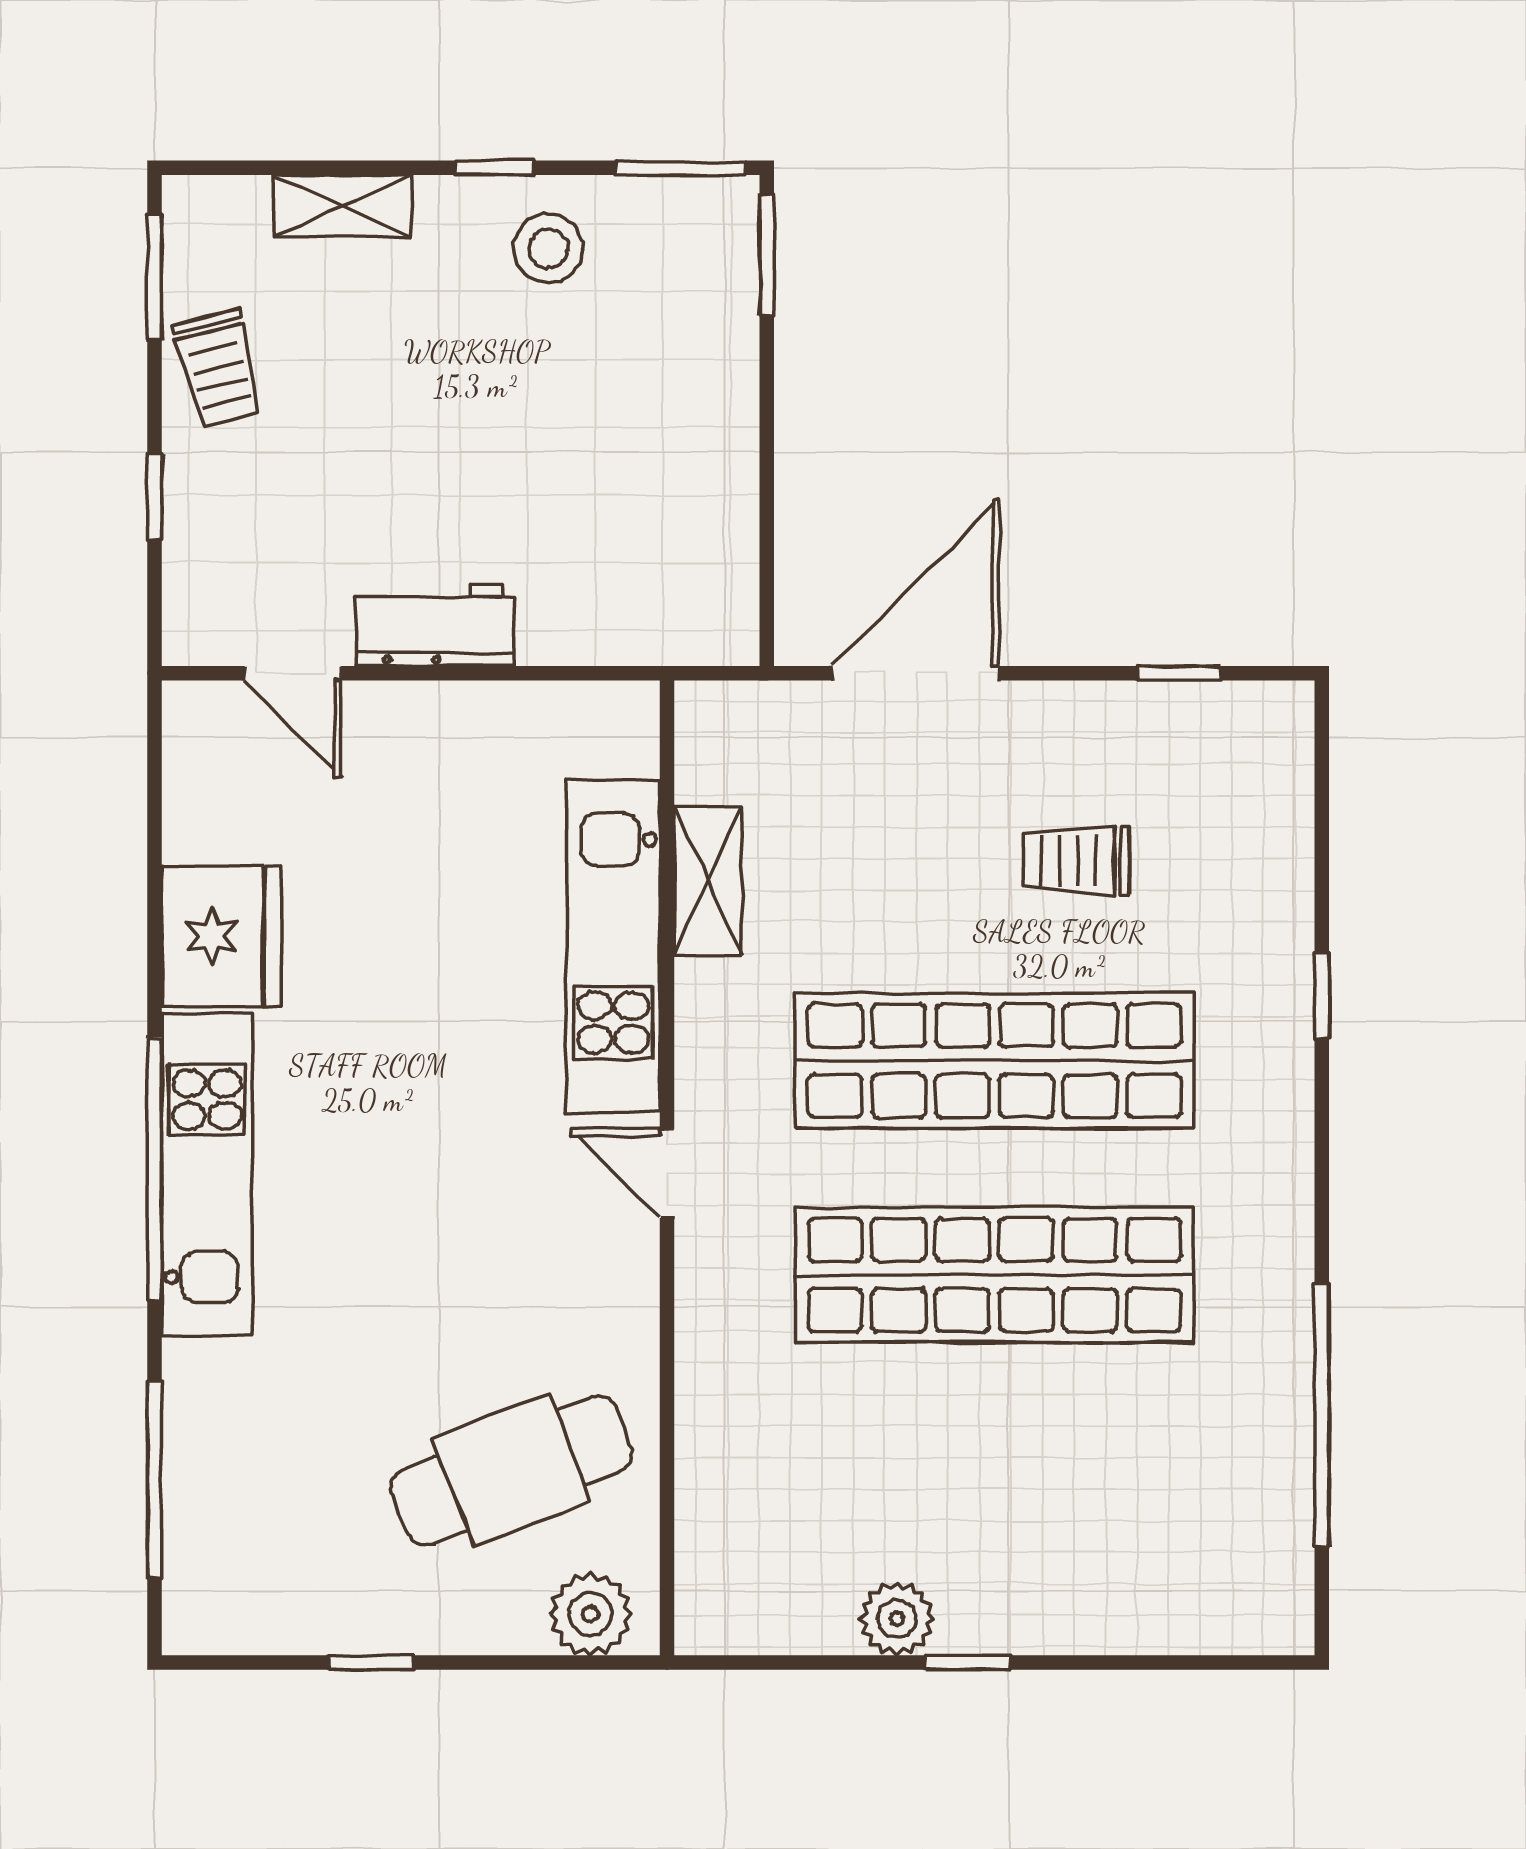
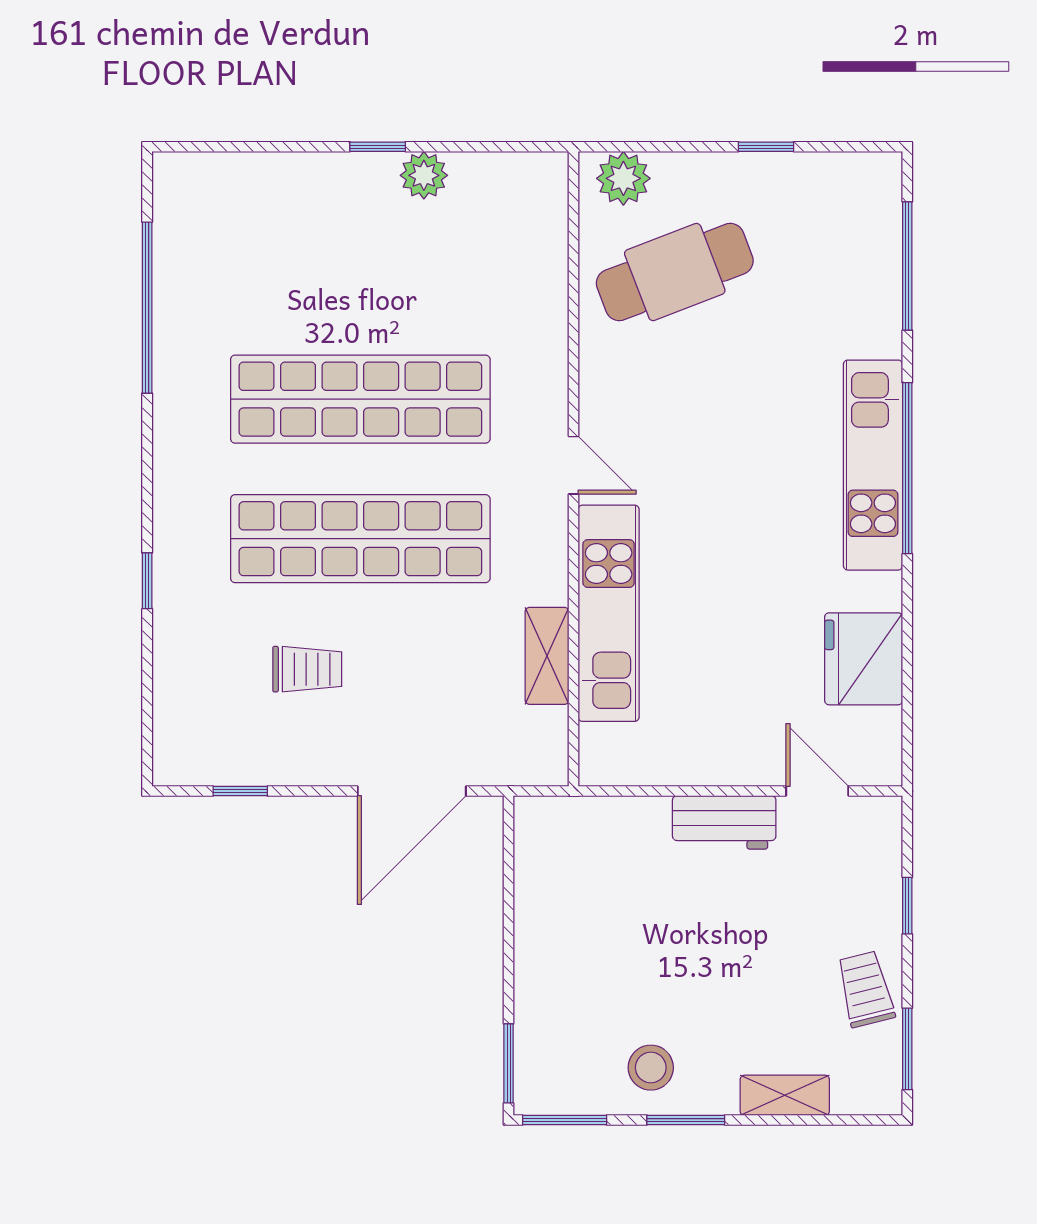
window: (495, 168) -> (686, 1120), width x1.50
fridge: (222, 936) -> (864, 659), moved

